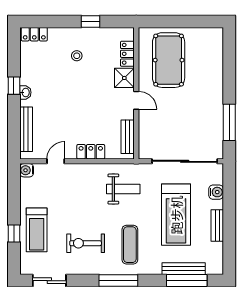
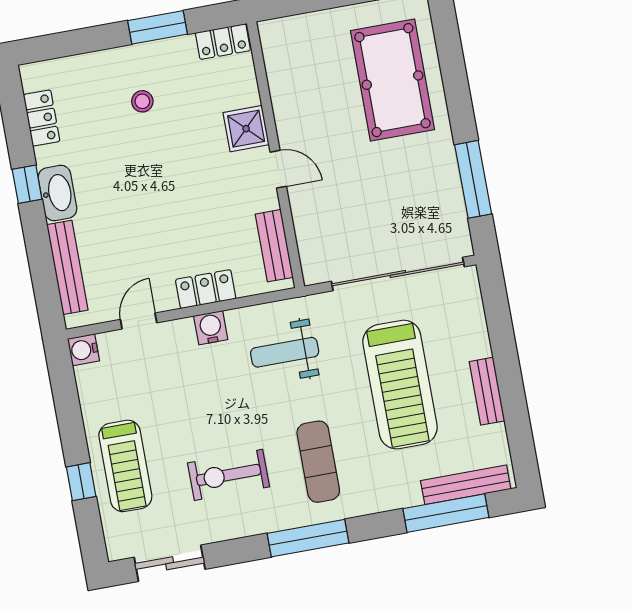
window: (90, 21) -> (157, 27), width x1.50
locker: (34, 34) -> (41, 118), moved, turned -90
locker: (127, 54) -> (223, 42), moved, turned -90
pool table: (169, 60) -> (392, 80), moved
washbasin: (25, 92) -> (58, 193), width x1.91, depth x1.45
weight bench: (123, 189) -> (285, 352), turned 180
water cooler: (216, 192) -> (211, 328), moved, turned -90
bench: (184, 269) -> (466, 485), moved

